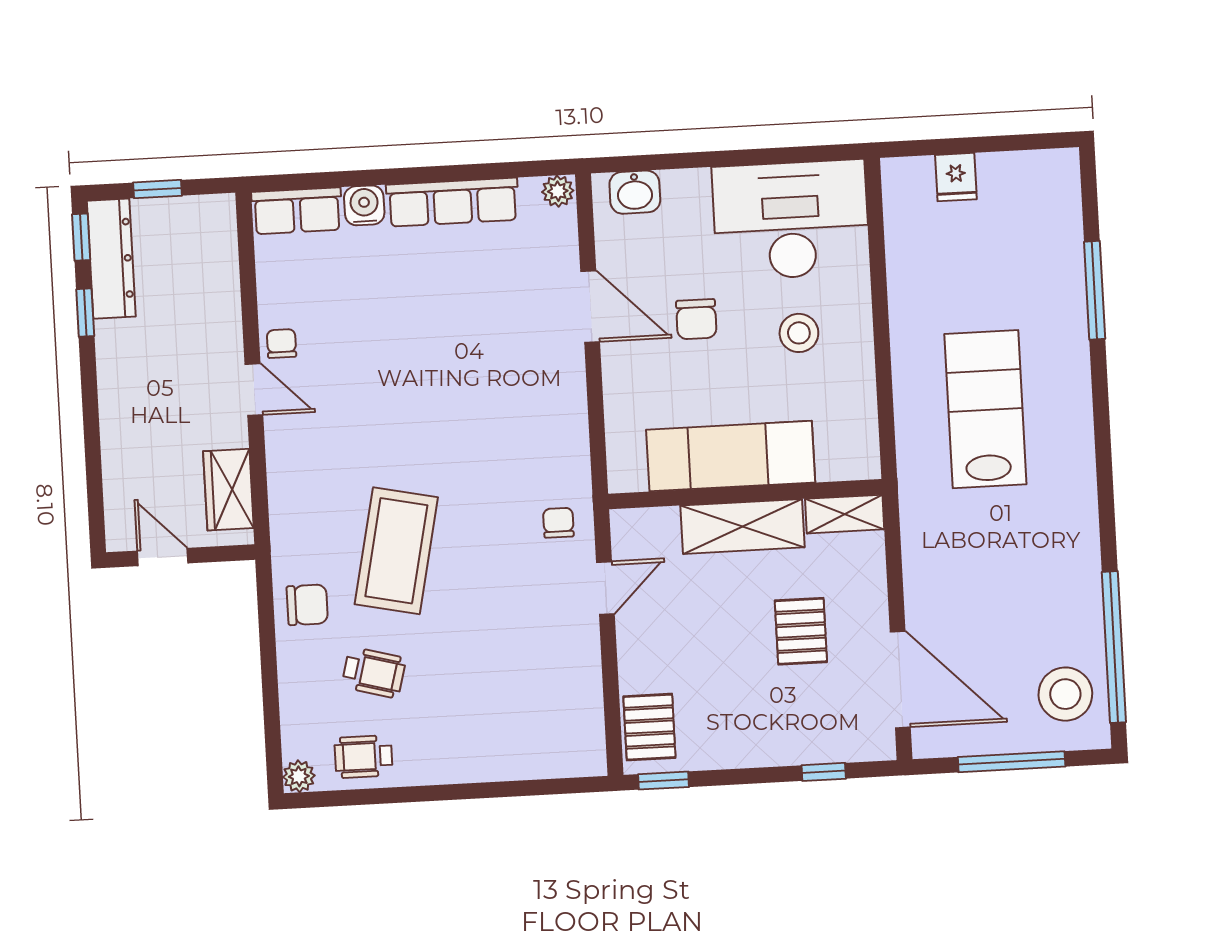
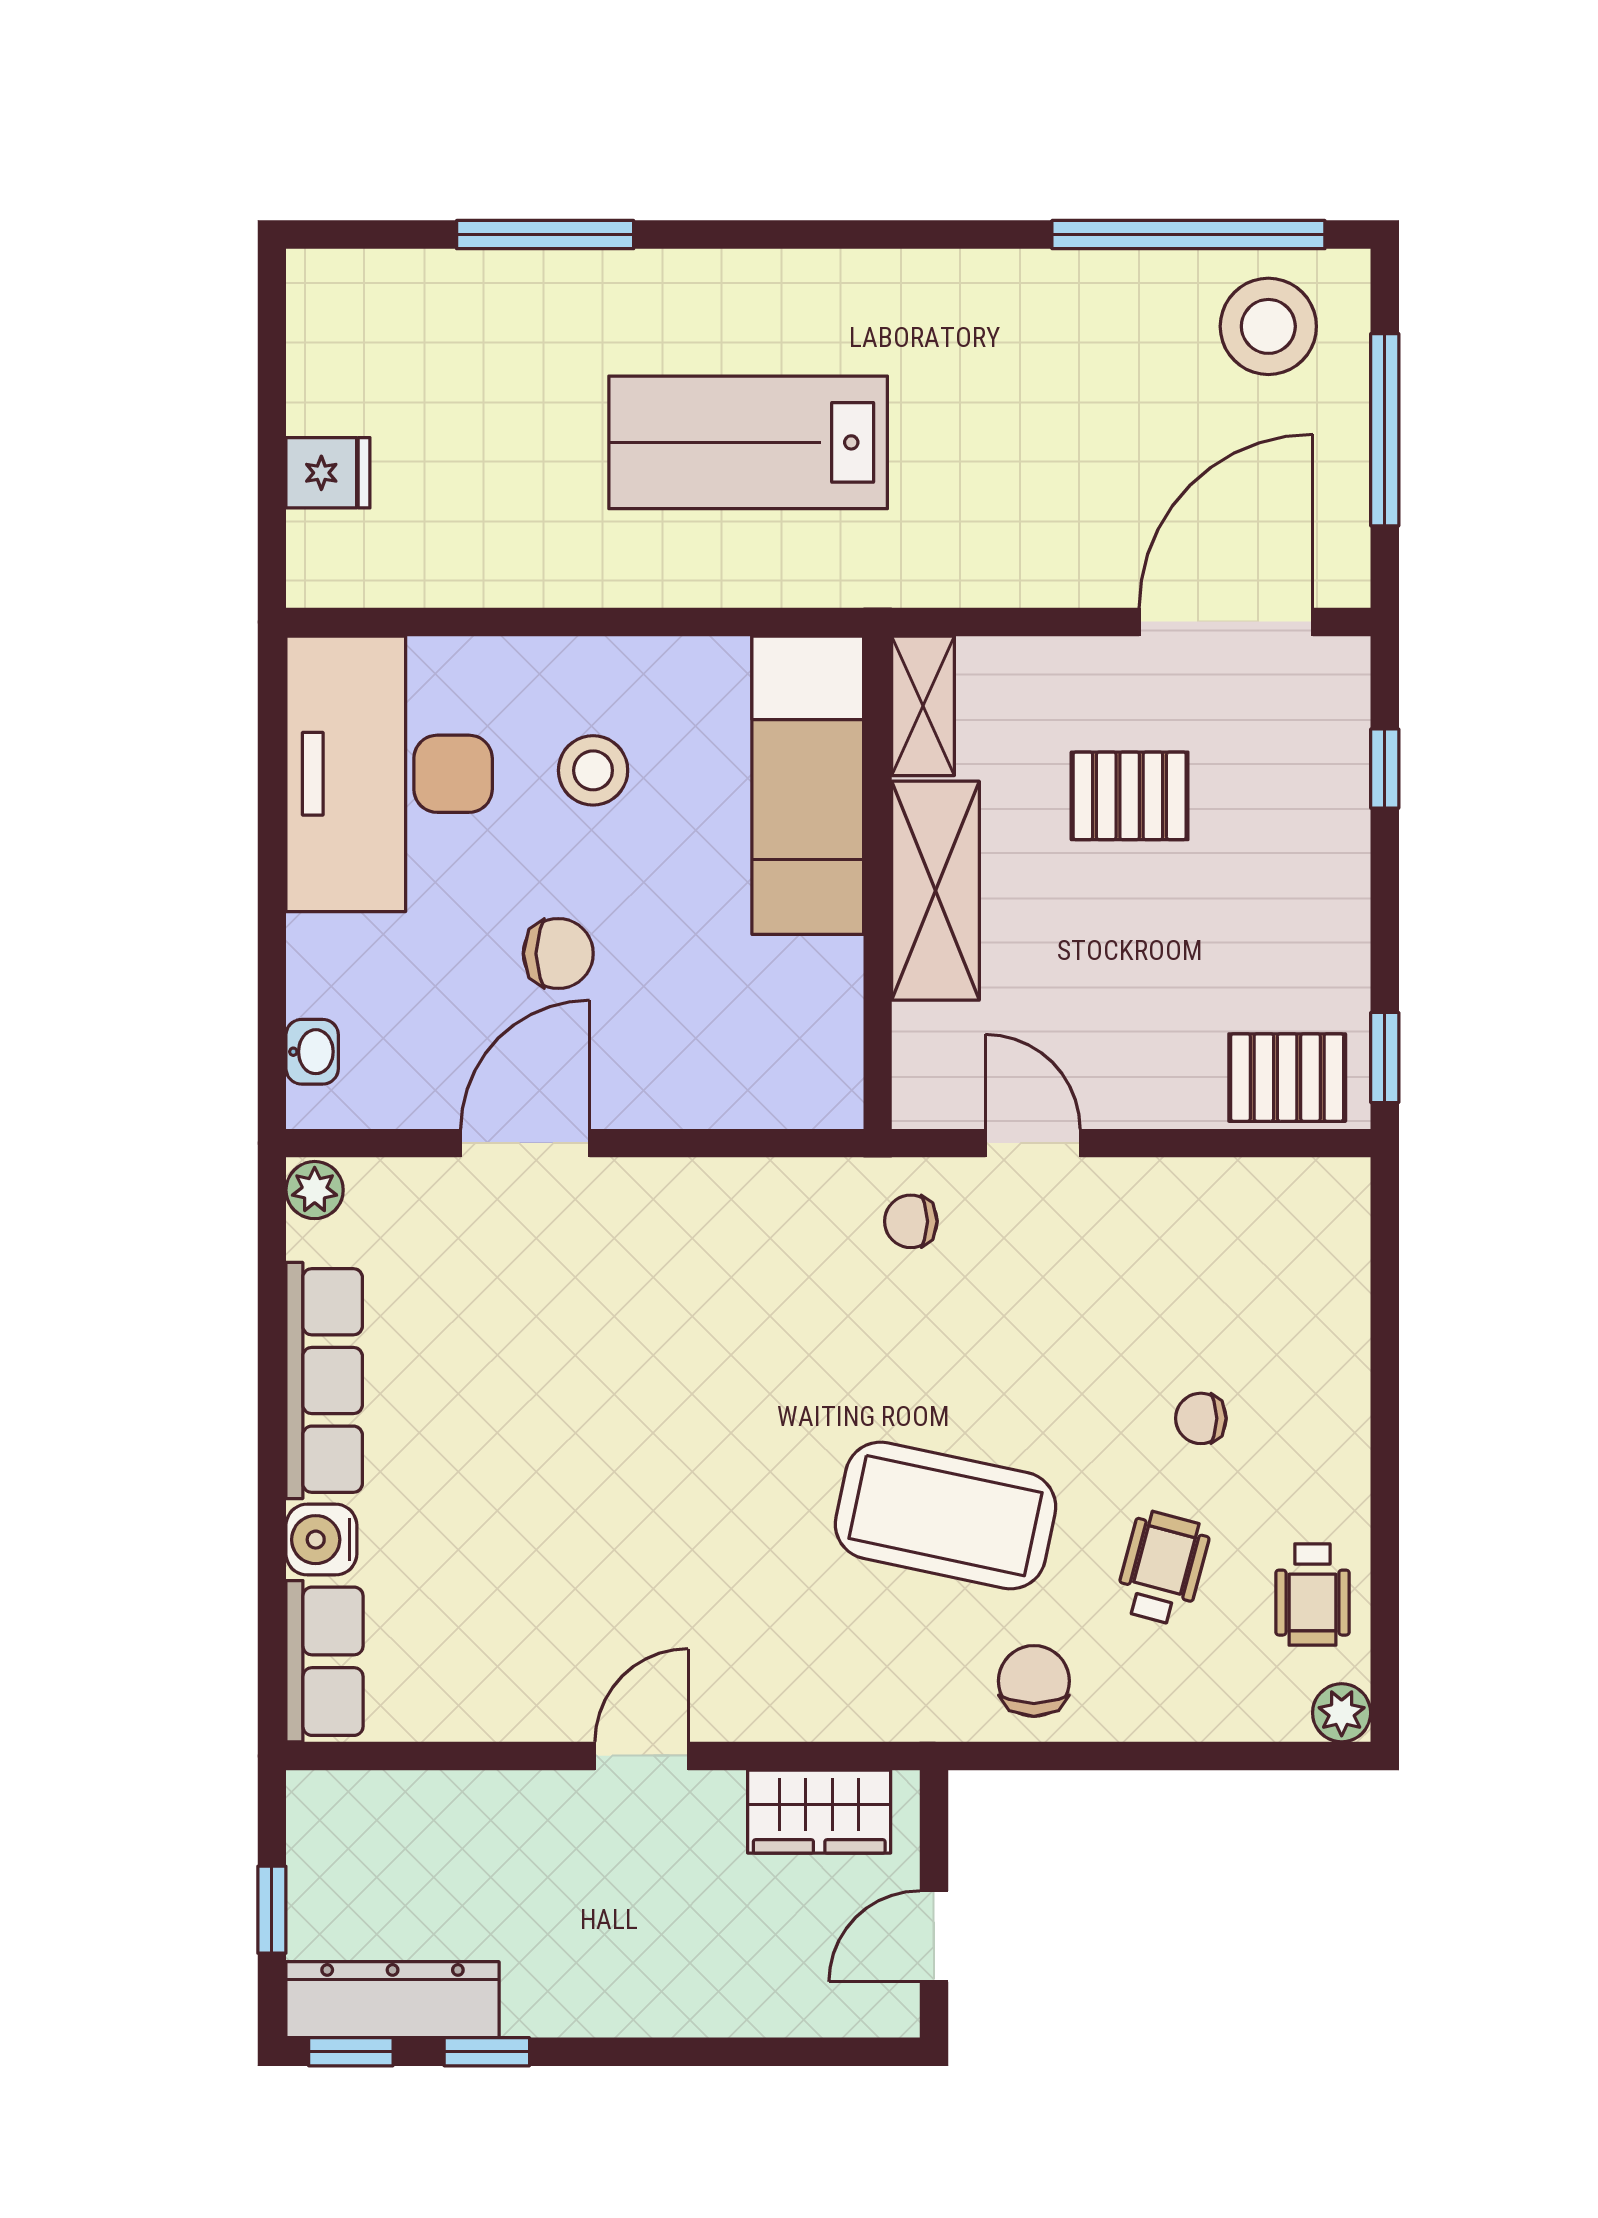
washbasin: (635, 192) -> (312, 1052), width x0.72, depth x0.69
chair: (282, 343) -> (1201, 1418), moved
exam couch: (731, 456) -> (808, 785), moved

